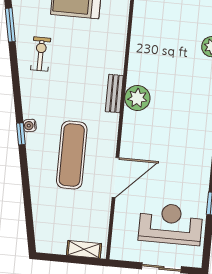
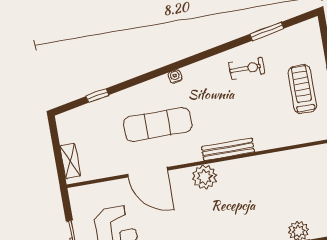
bench: (114, 94) -> (228, 149), width x1.36
plant: (137, 98) -> (205, 177), moved
window: (21, 134) -> (97, 96), moved

